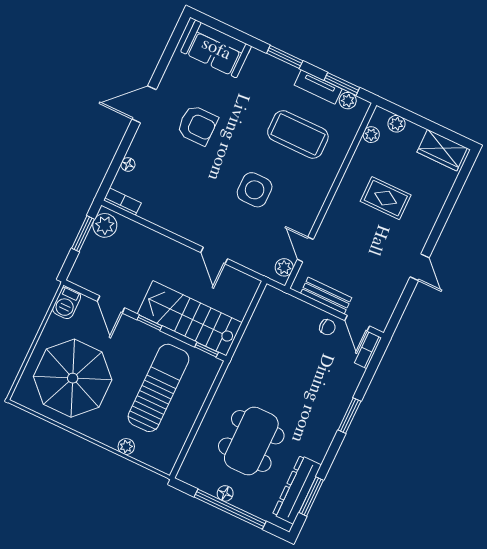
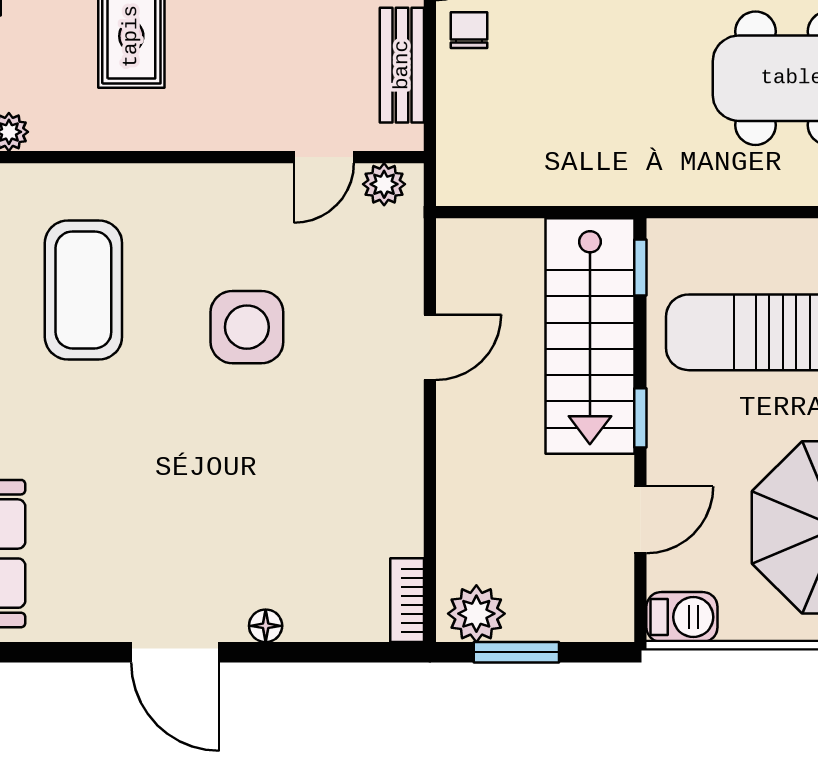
armchair: (197, 125) -> (166, 516), removed
floor lamp: (128, 164) -> (266, 626), moved

